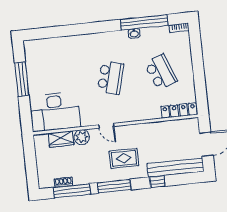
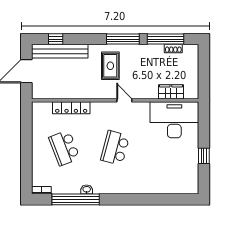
window: (22, 79) -> (204, 156), width x0.46
locker: (179, 110) -> (71, 108), moved
plant: (82, 137) -> (150, 92), removed
rug: (124, 158) -> (110, 66), turned 90
window: (157, 182) -> (56, 39), moved

